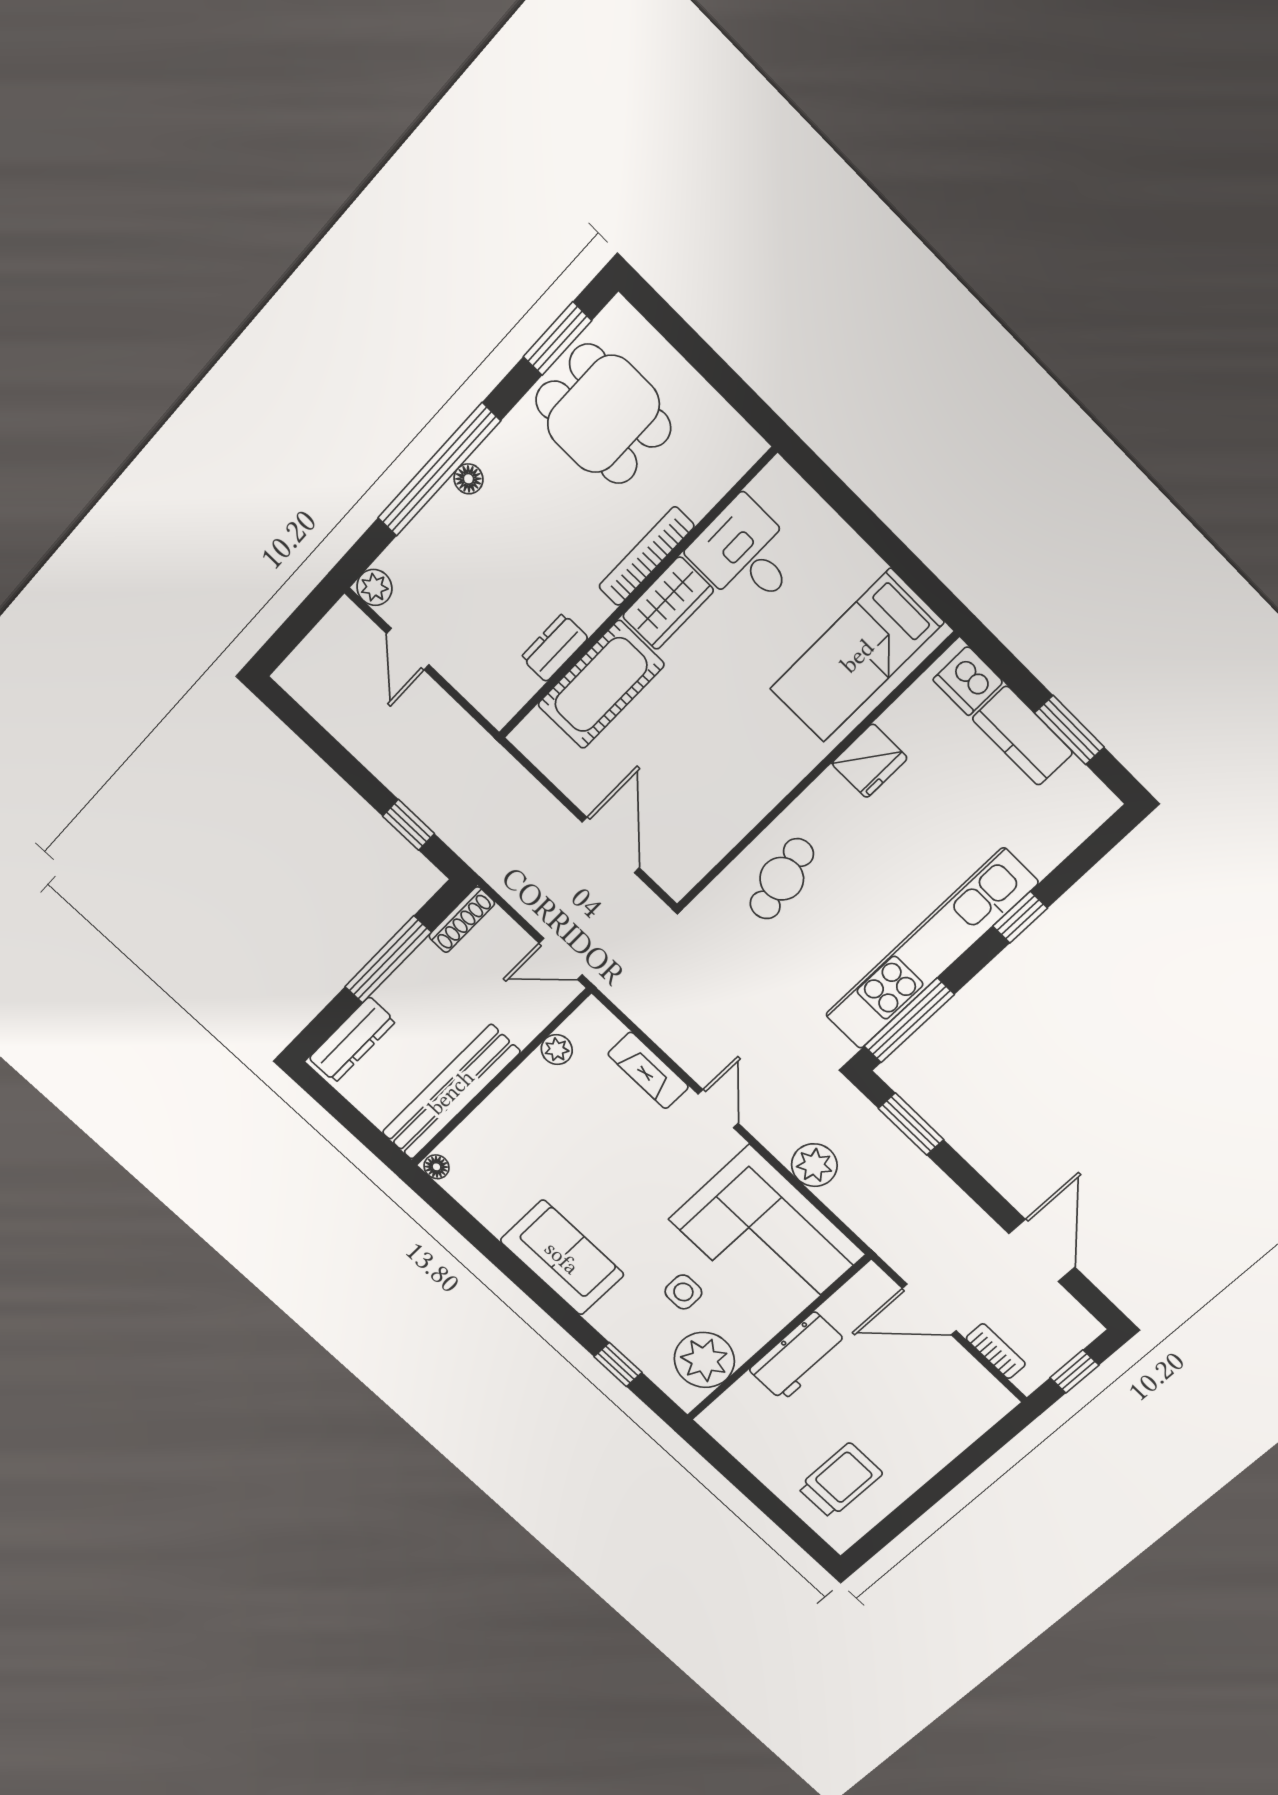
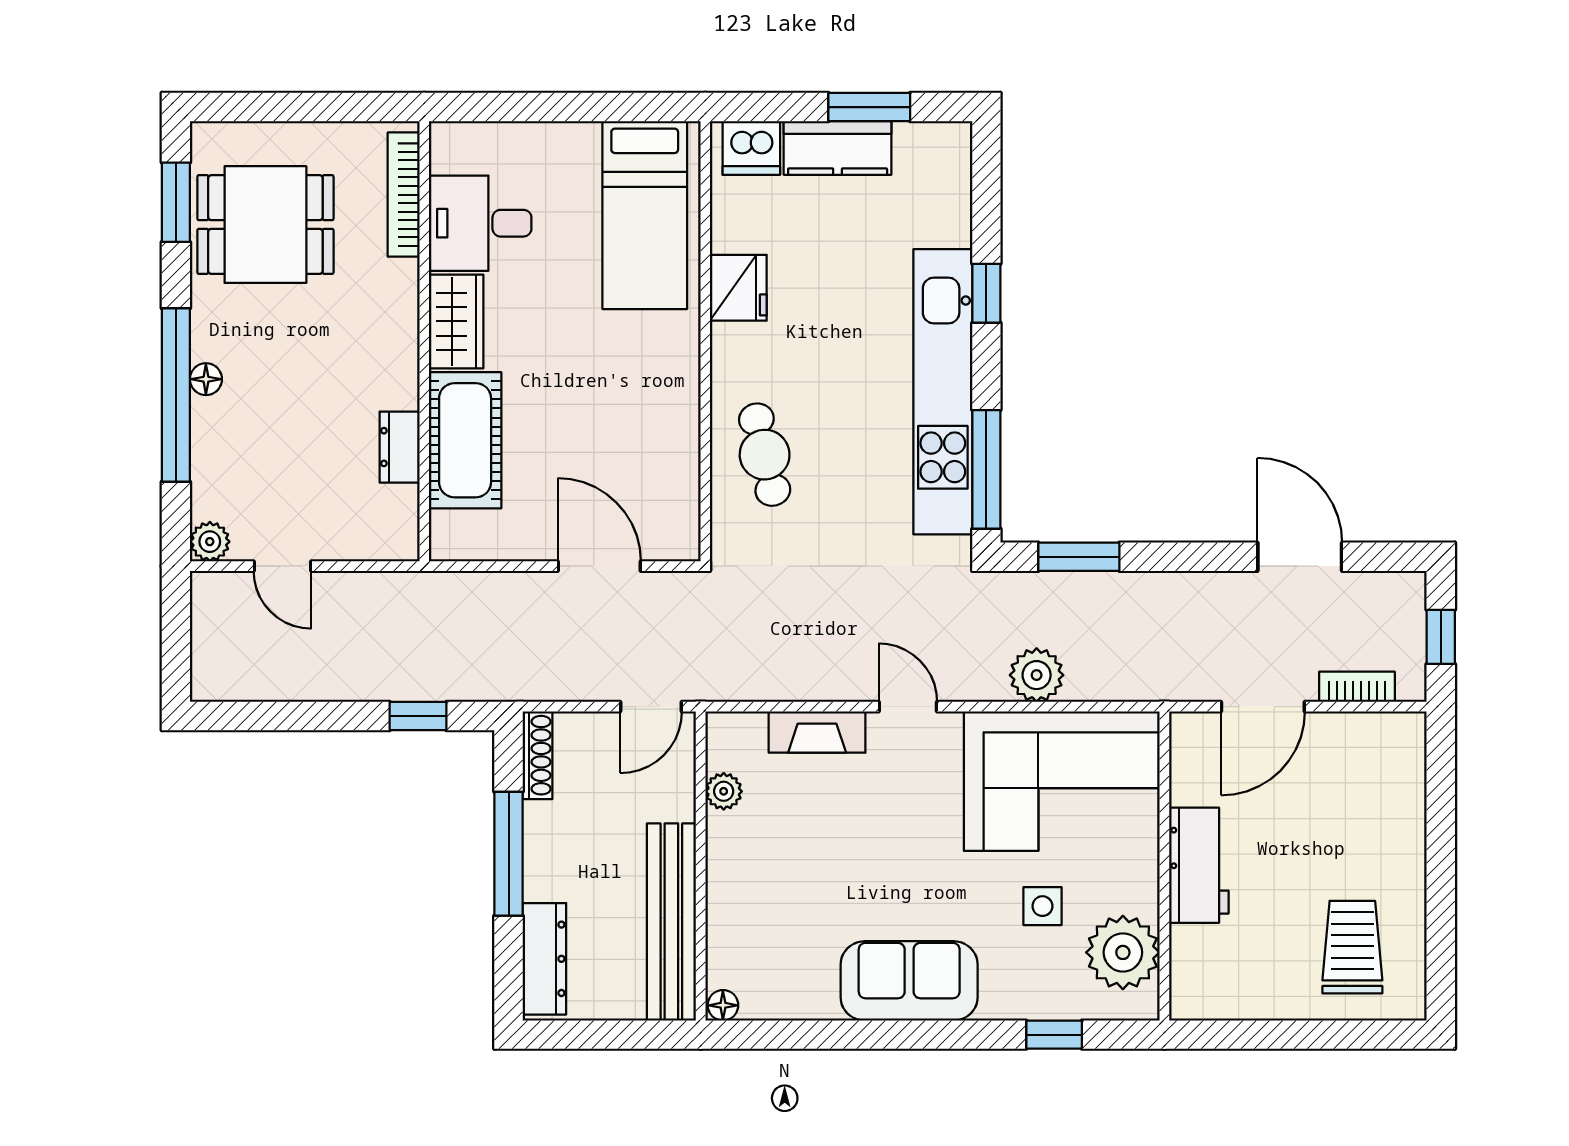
bookcase: (646, 556) -> (404, 195), moved

